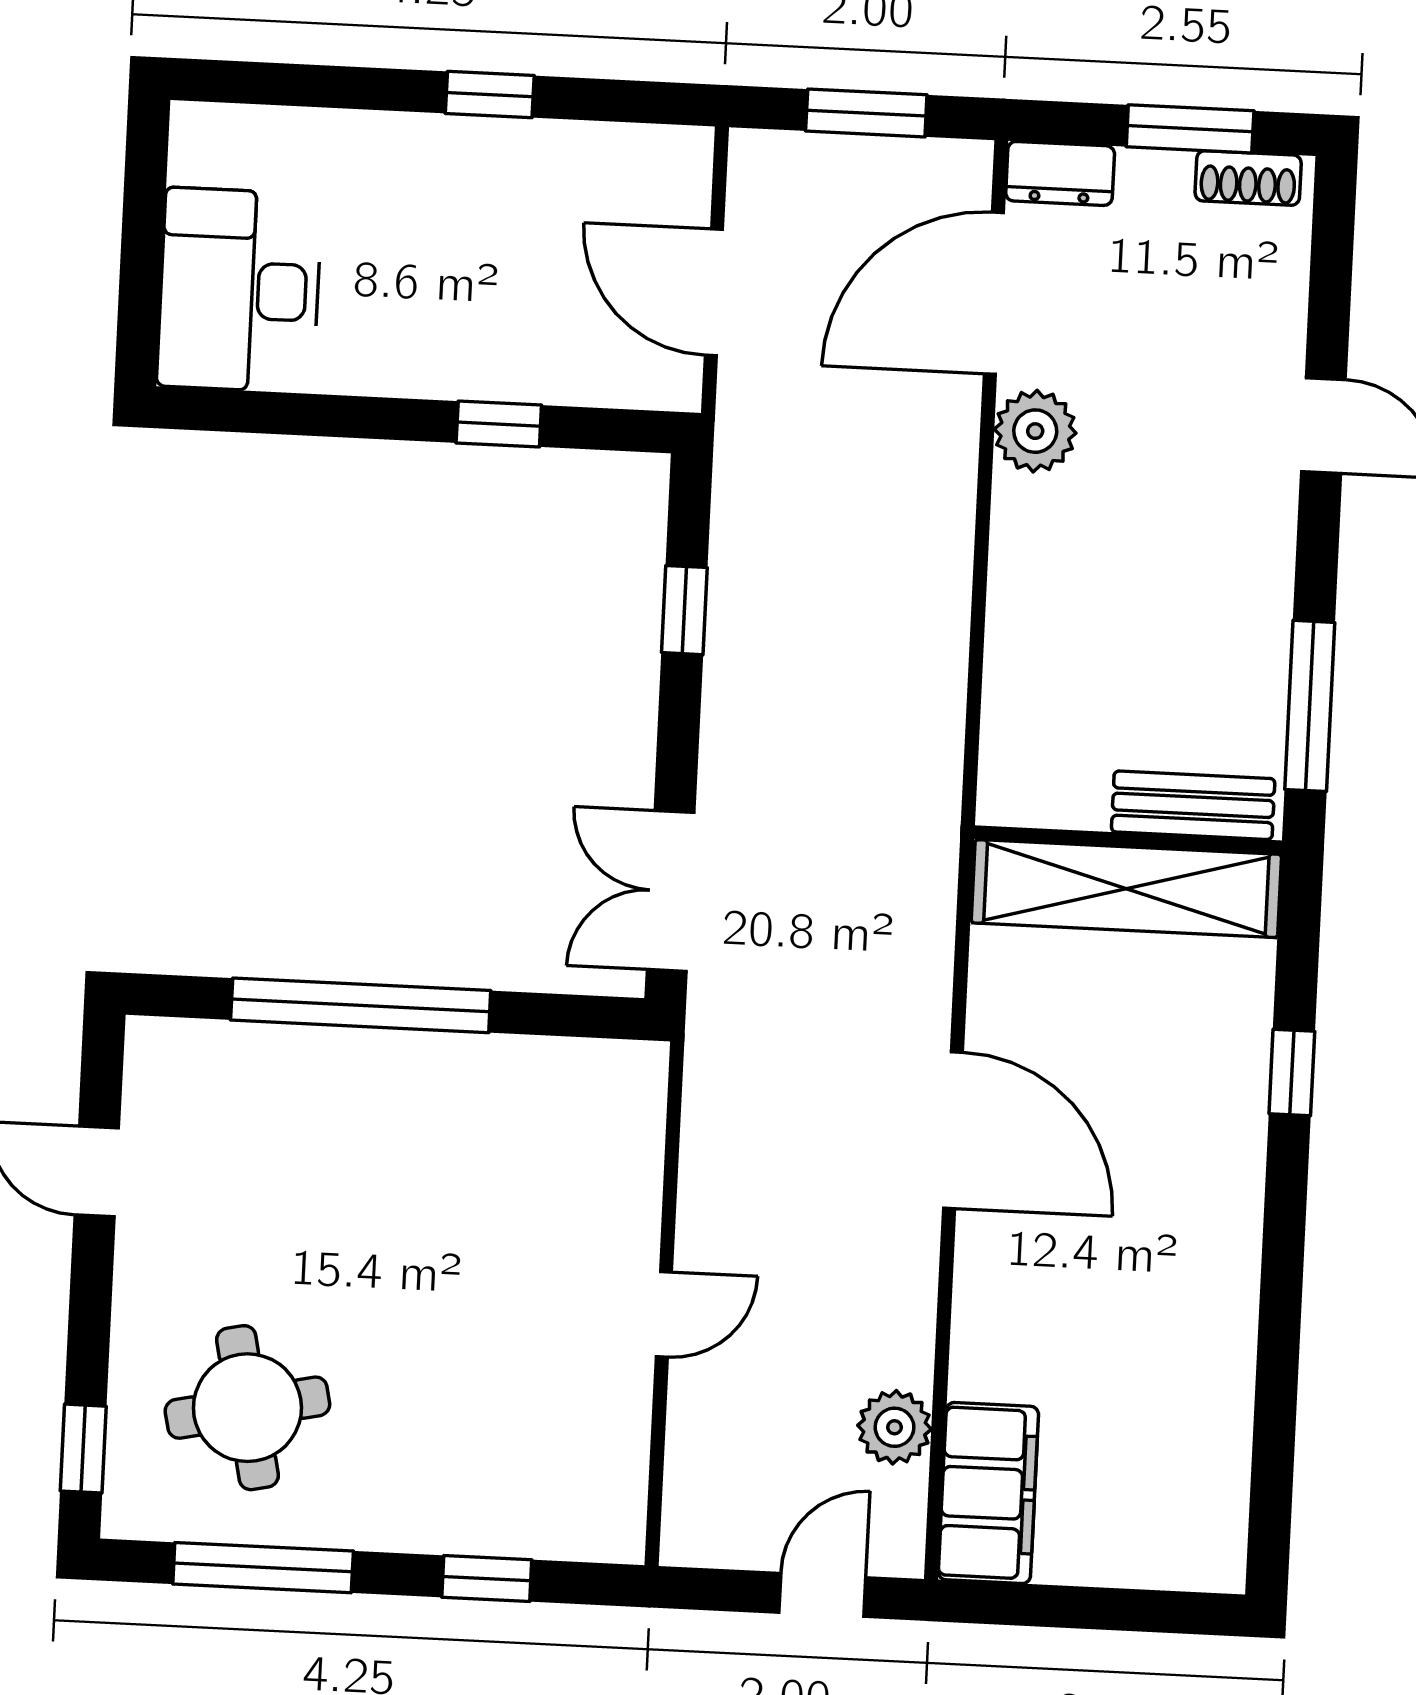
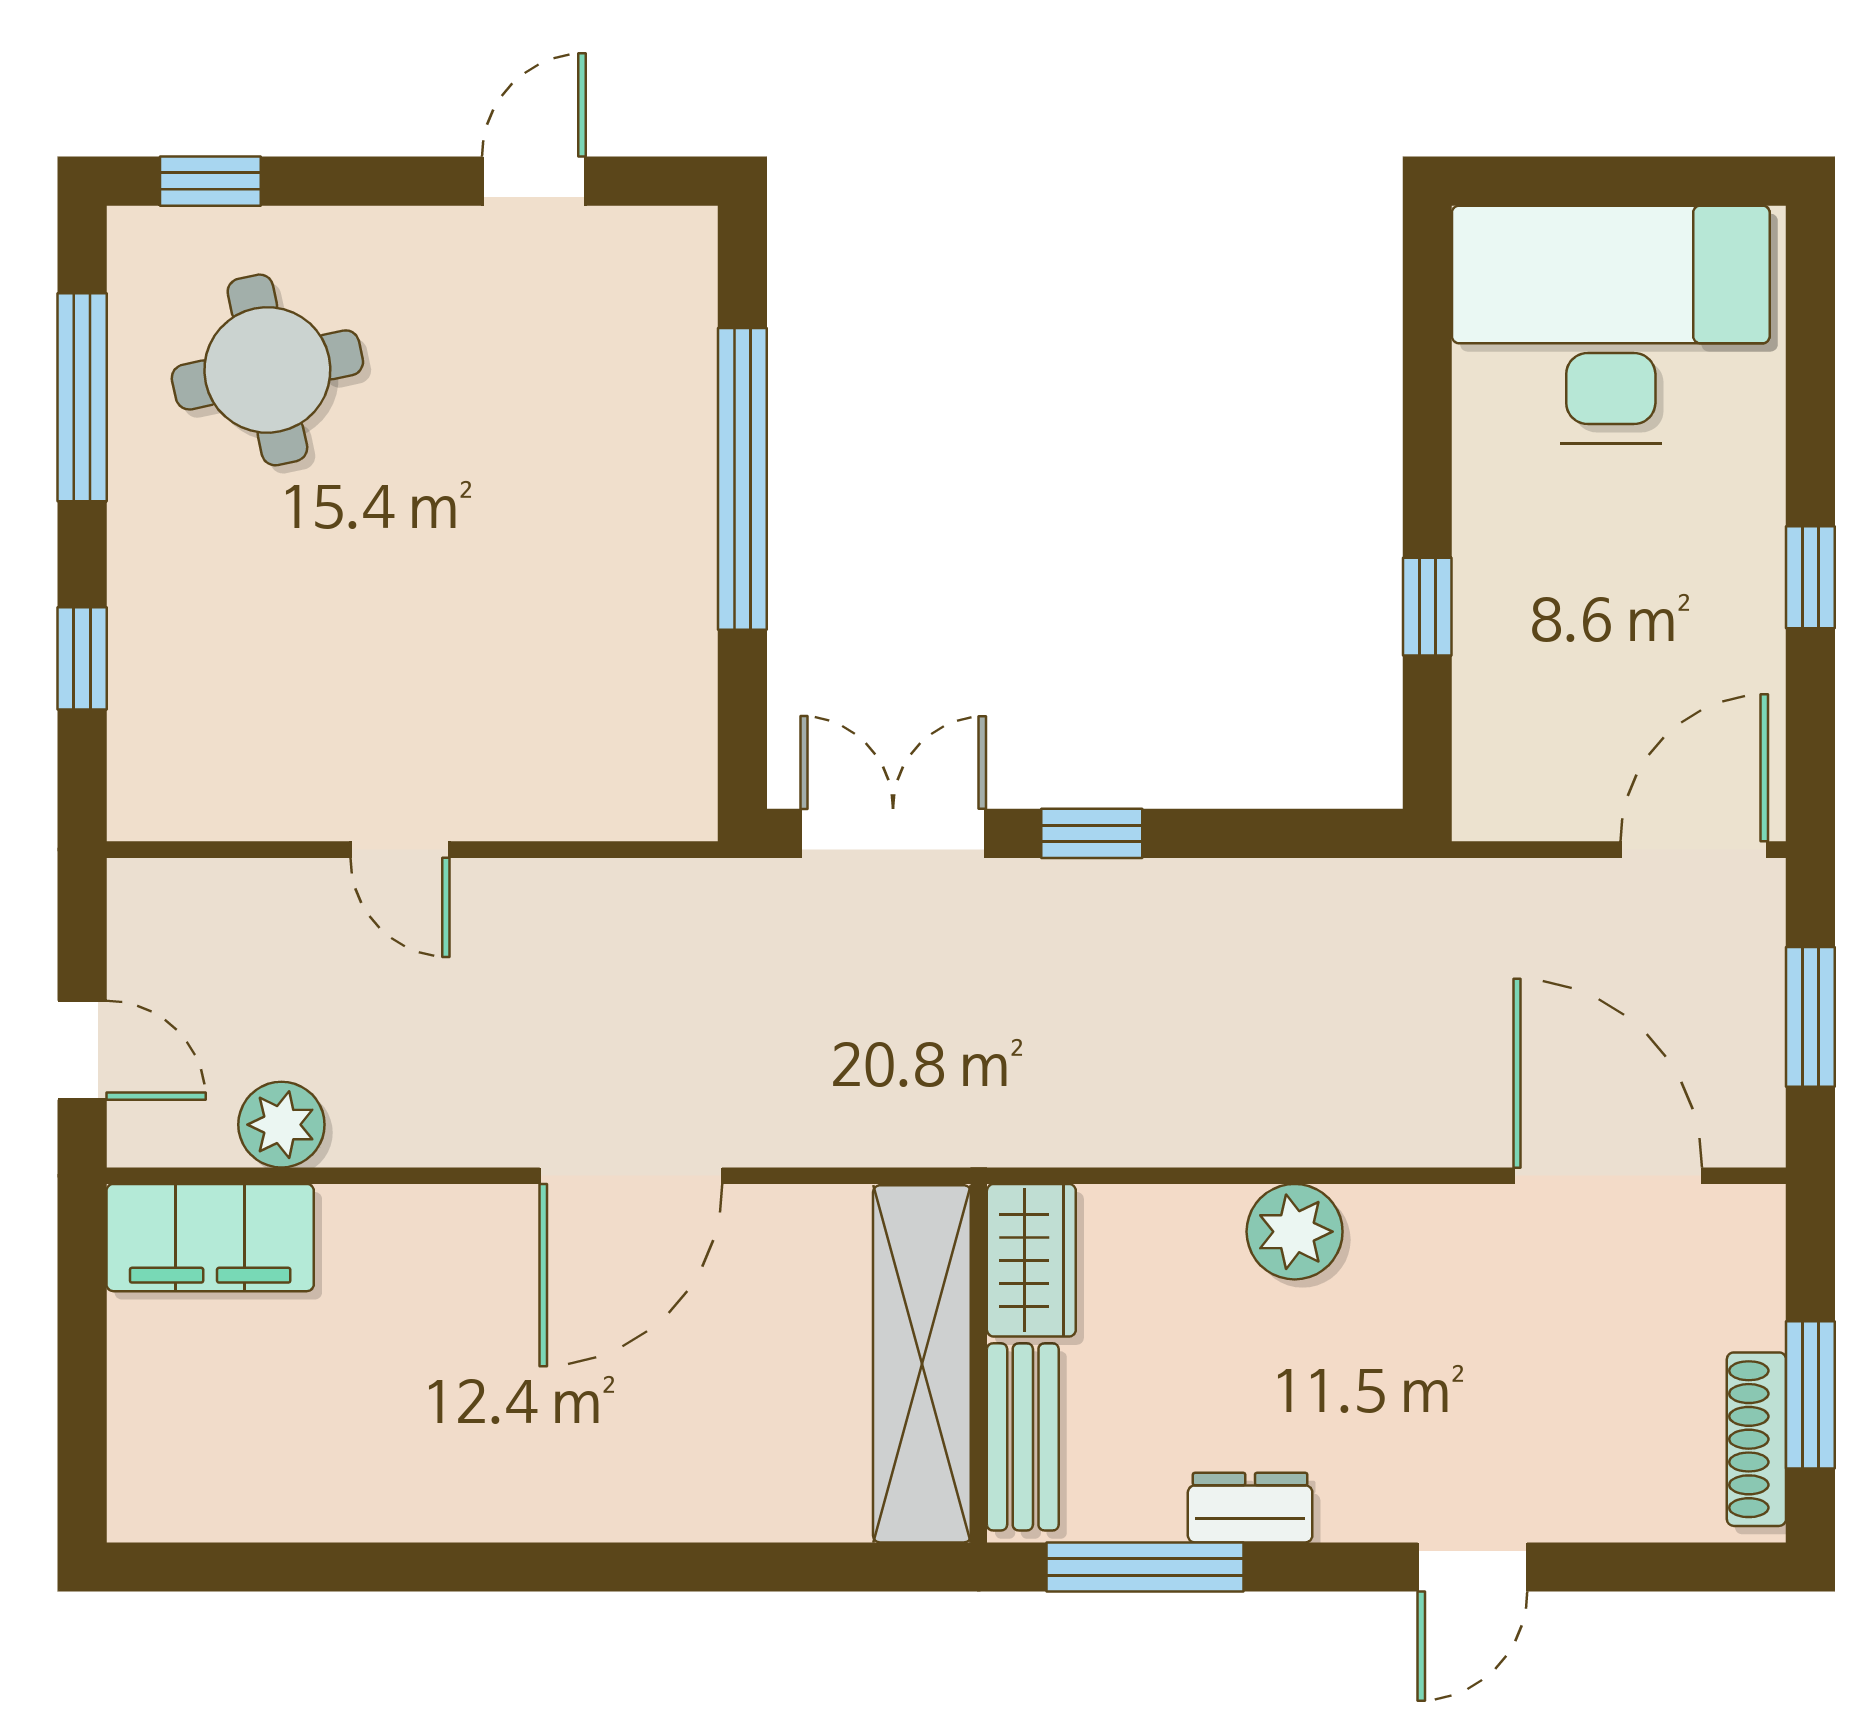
dresser: (1060, 173) -> (1250, 1508), moved, turned 90
shoe rack: (1248, 178) -> (1756, 1439), width x1.43
desk: (239, 290) -> (1611, 324), width x1.36, depth x1.30
door: (714, 292) -> (1694, 850), moved
plant: (1035, 431) -> (1295, 1232), moved
window: (684, 610) -> (1092, 833), moved
wardrobe: (1042, 791) -> (1031, 1260), added
window: (1292, 1073) -> (717, 1567), removed

